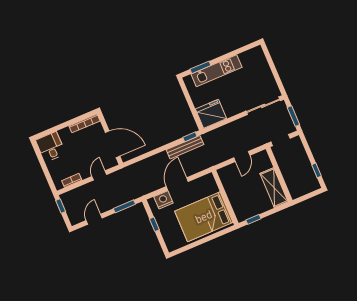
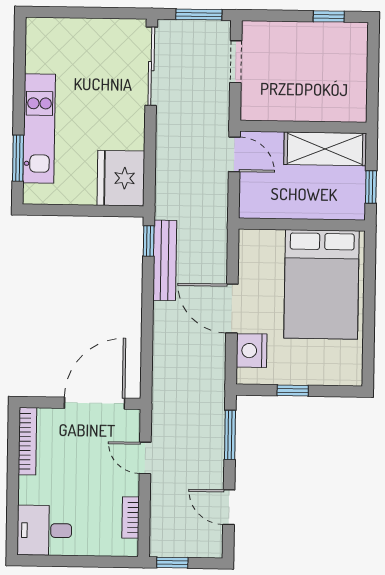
wall: (279, 175) -> (303, 127), moved
shelving: (274, 188) -> (325, 149), moved

